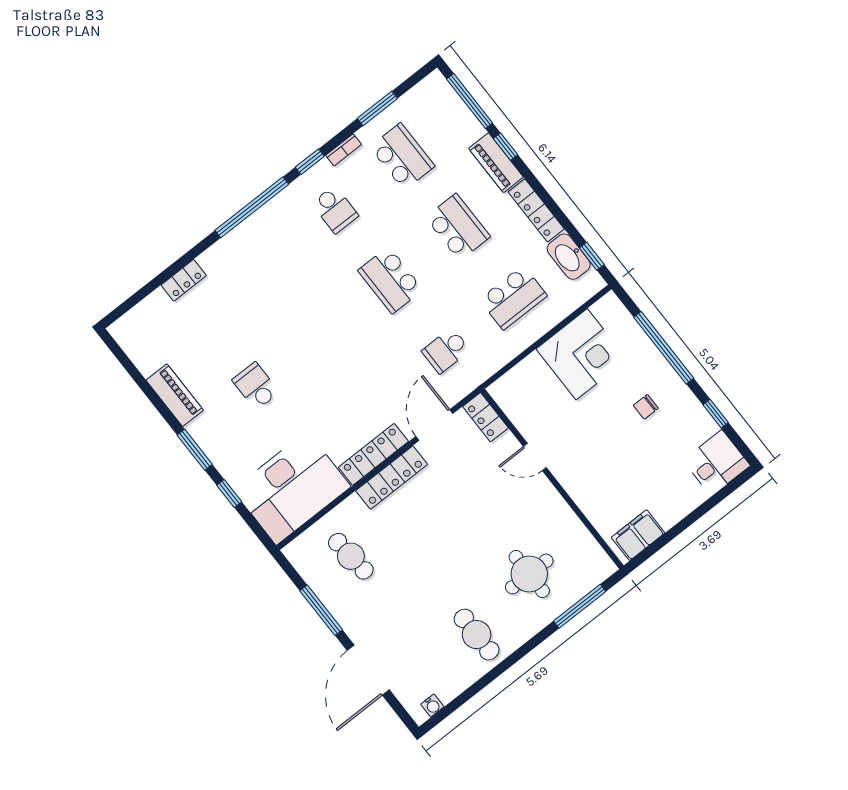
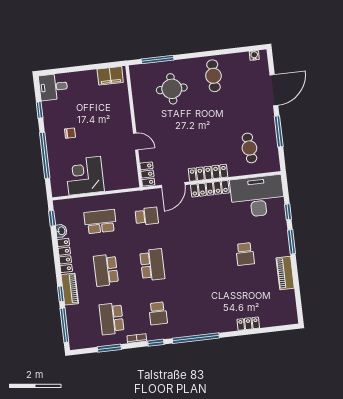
school desk: (335, 210) -> (158, 313), turned 180
washbasin: (569, 257) -> (61, 231), width x0.52, depth x0.69

